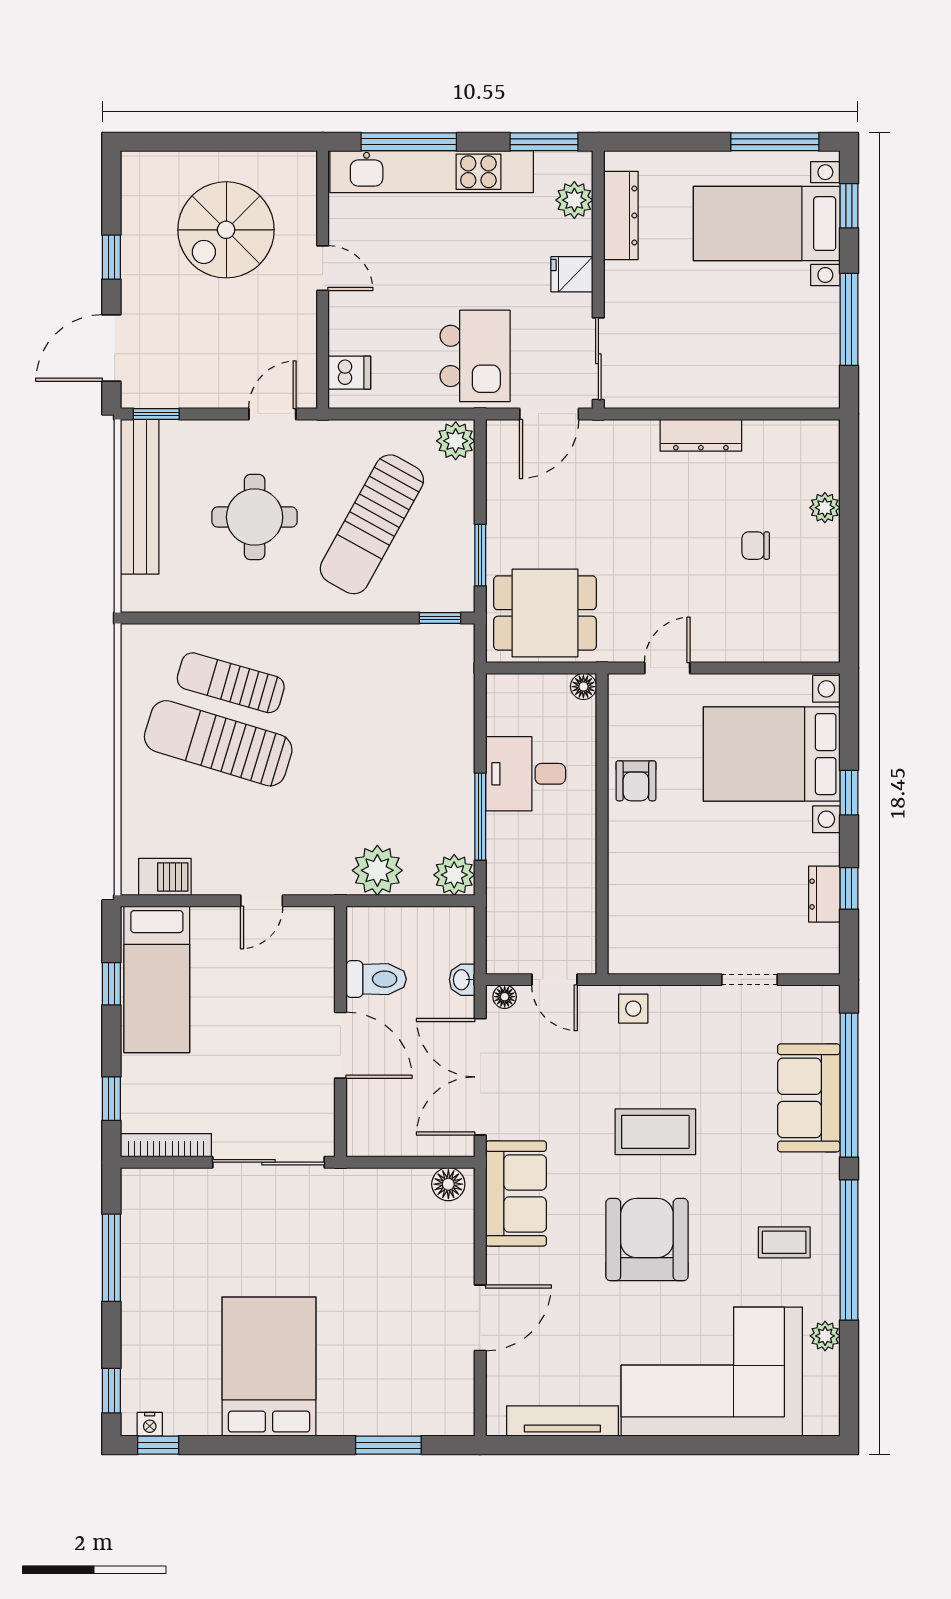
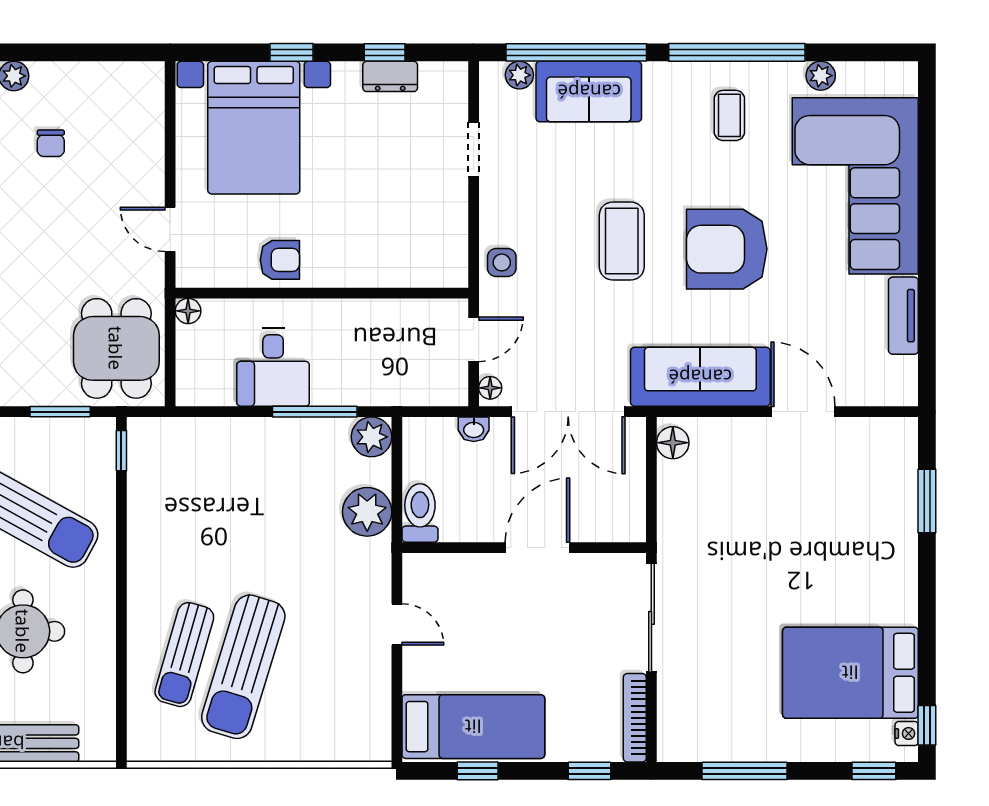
barbecue: (165, 877) -> (373, 719), removed
toilet: (376, 979) -> (420, 513), moved
plant: (826, 1027) -> (519, 75), added
sofa: (516, 1194) -> (700, 377), width x1.36
bed: (269, 1367) -> (850, 673), moved
tv unit: (562, 1421) -> (903, 316), width x0.71

